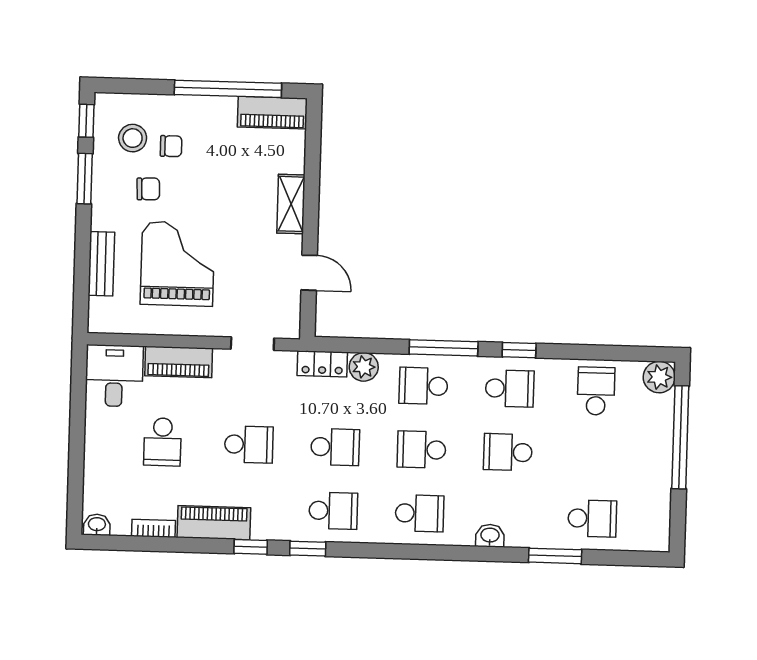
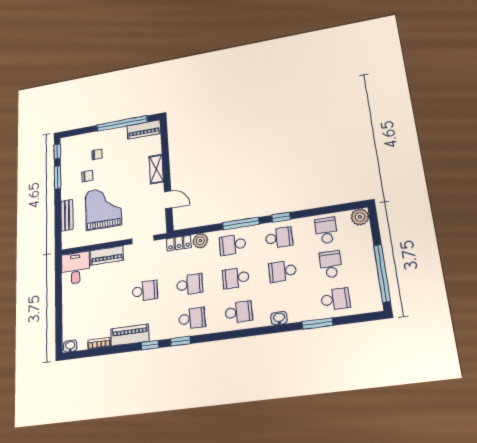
stool: (133, 138) -> (79, 155), removed
window: (680, 437) -> (382, 273), moved
school desk: (162, 442) -> (331, 264), moved, turned 180

